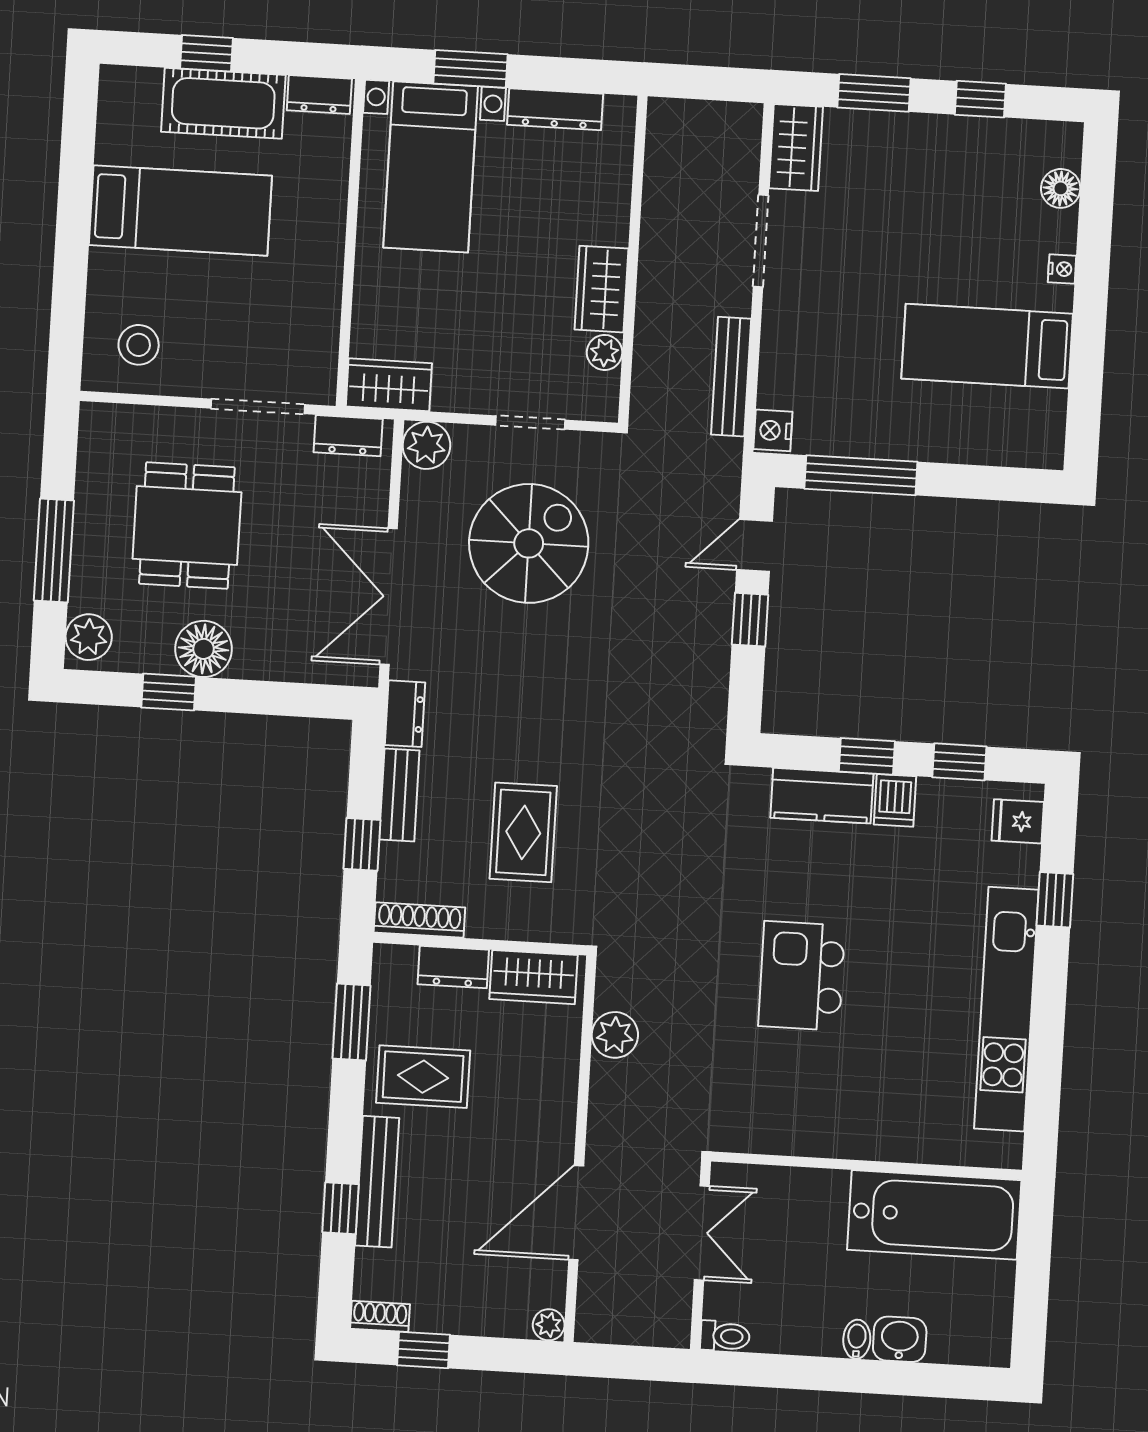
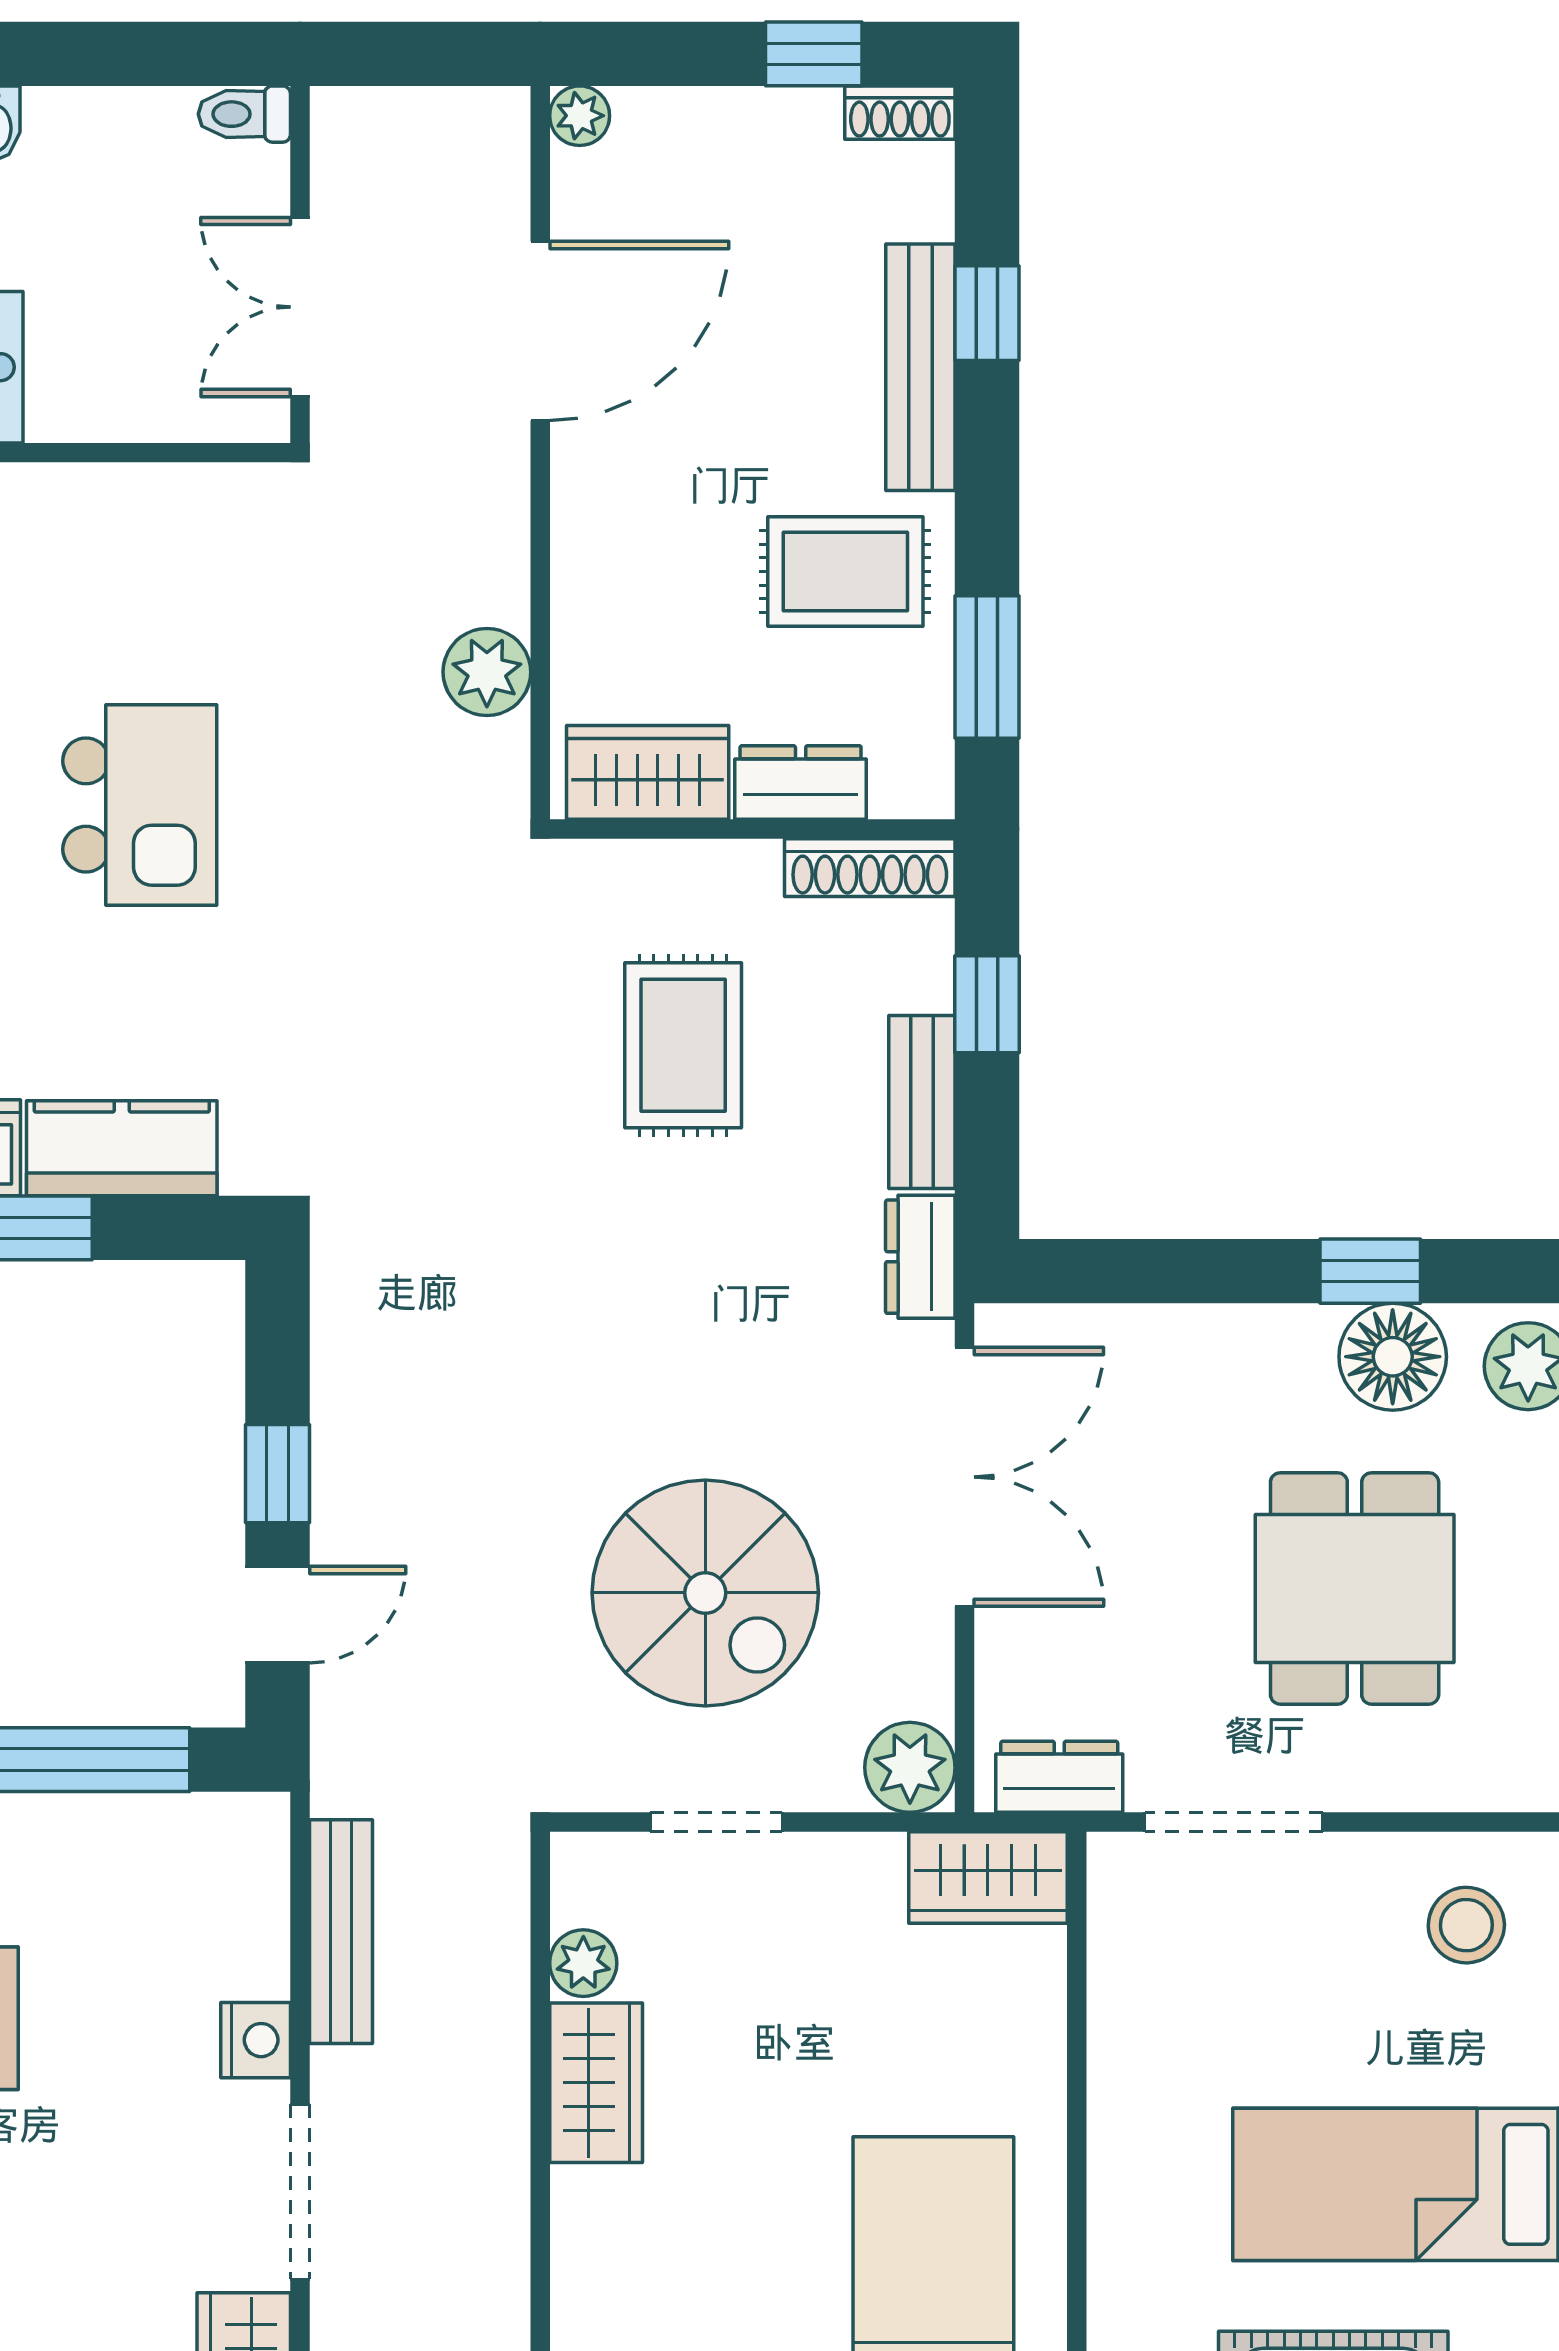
nightstand: (773, 430) -> (256, 2040), moved
spiral stairs: (529, 543) -> (705, 1593), turned -90
floor lamp: (204, 649) -> (1393, 1357), moved

